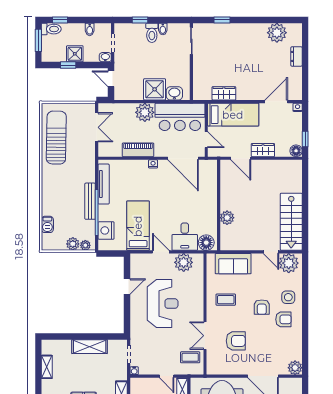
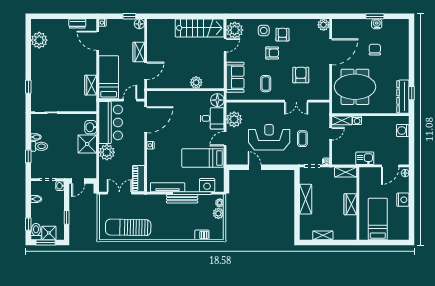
shower: (75, 54) -> (49, 233), moved
dresser: (297, 56) -> (77, 23), moved
piano: (138, 150) -> (139, 179), moved
coffee table: (190, 357) -> (302, 139), moved

